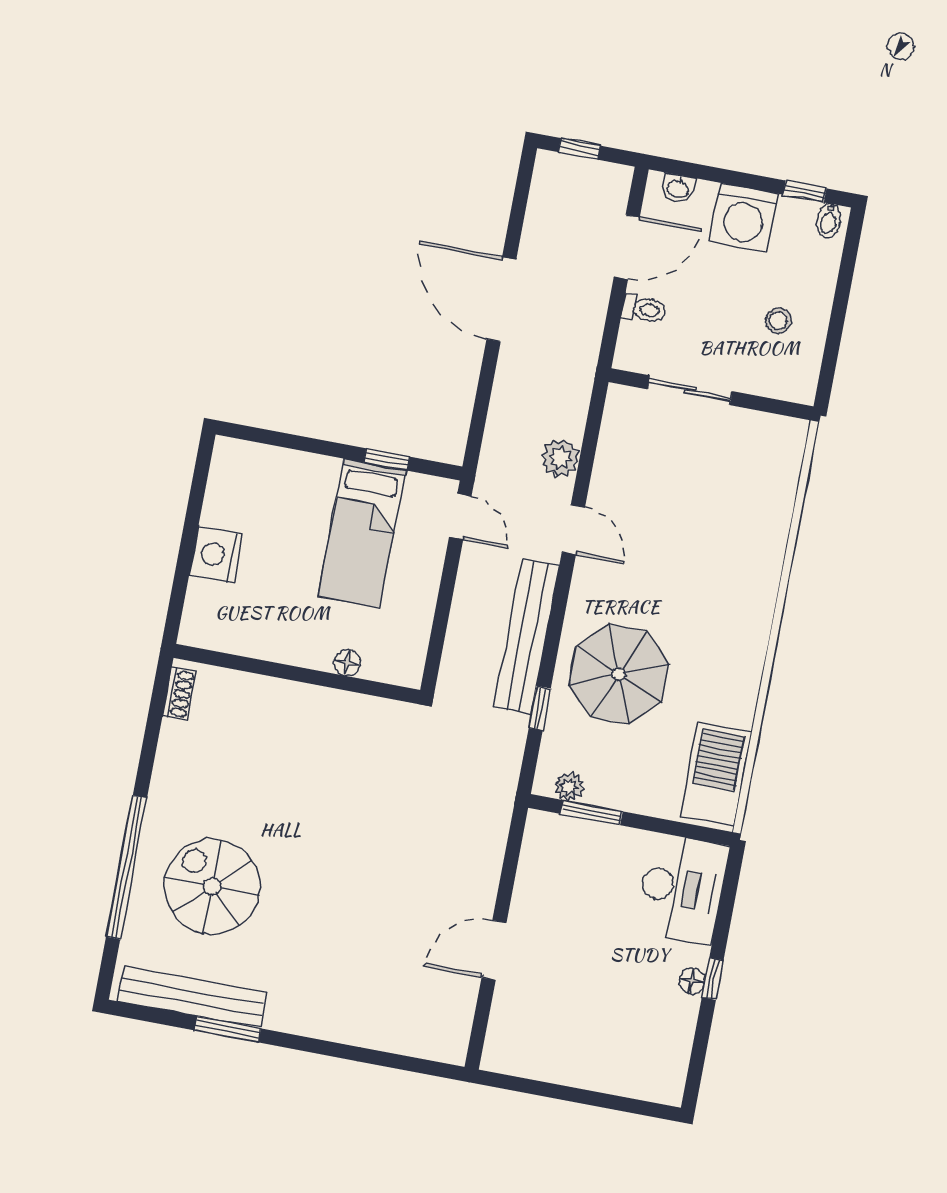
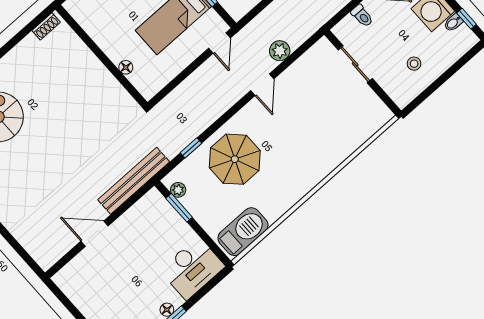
bidet: (829, 220) -> (453, 23), moved
bench: (527, 637) -> (134, 181), moved

